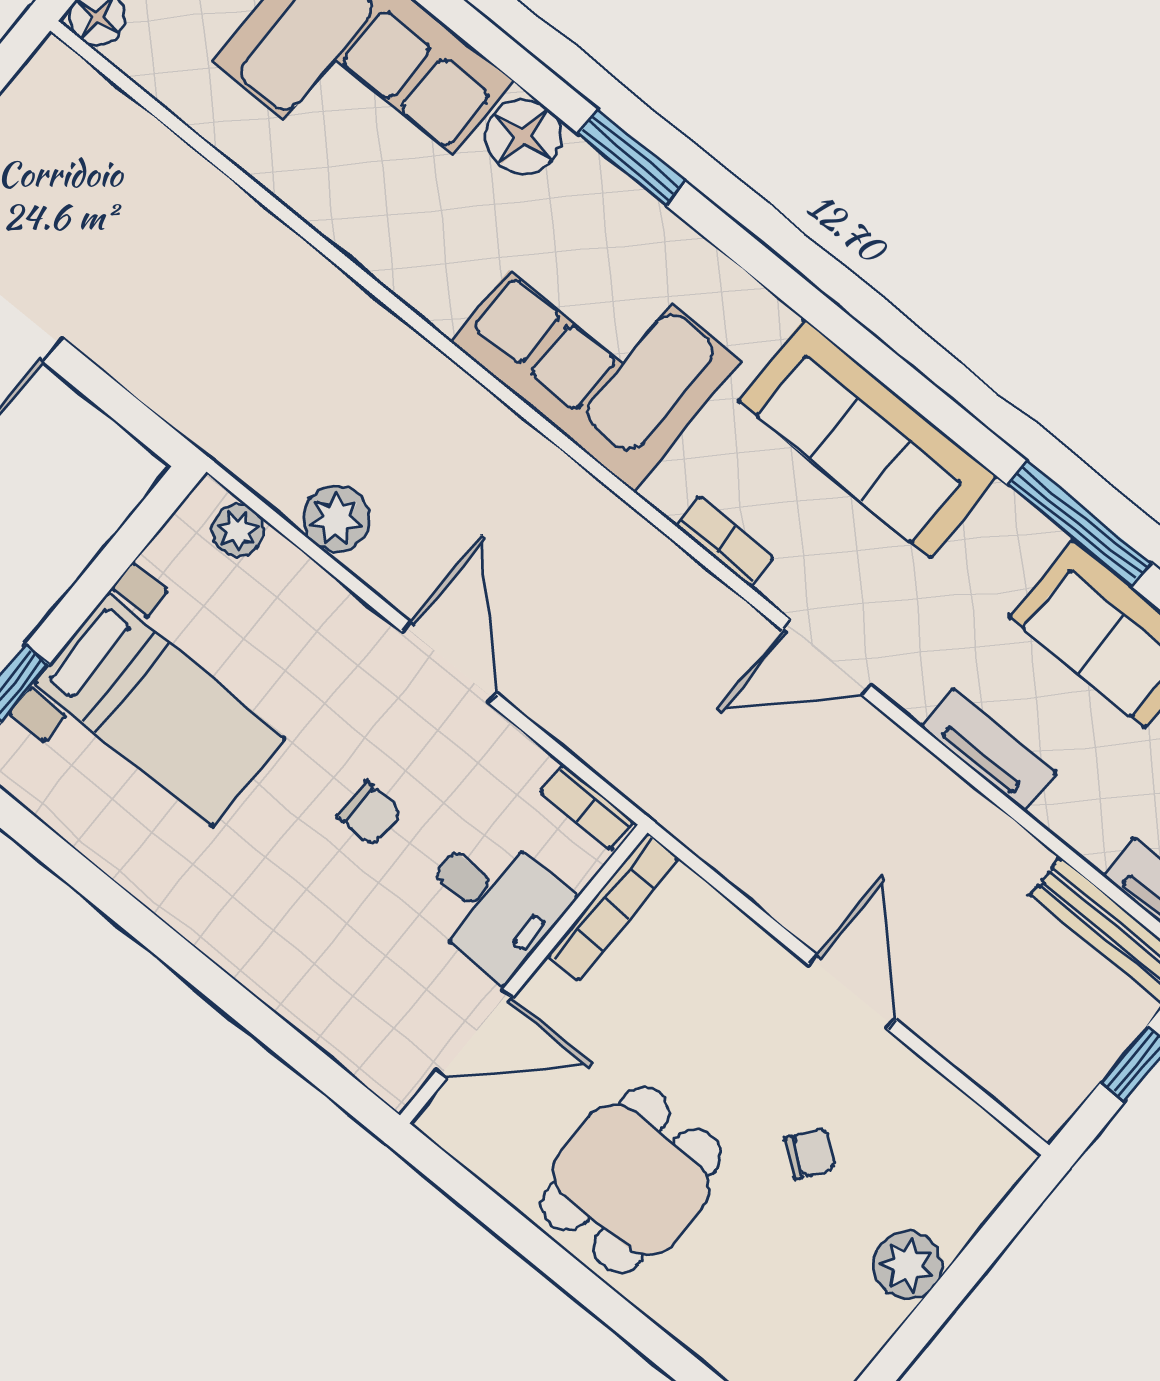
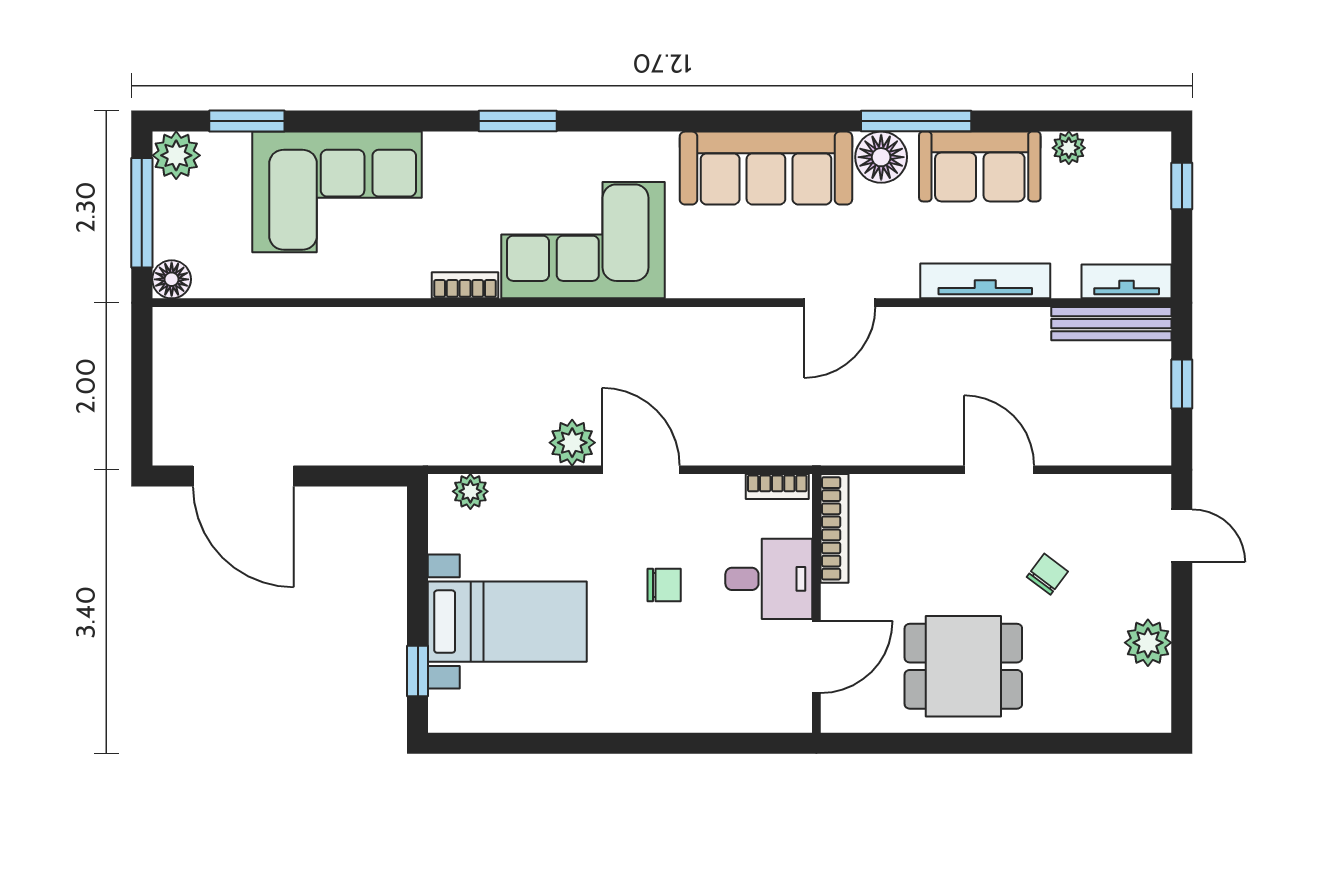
floor lamp: (523, 137) -> (881, 157), moved
plant: (336, 519) -> (572, 443), moved
bookcase: (724, 542) -> (465, 285), moved
tv unit: (989, 750) -> (985, 281), width x1.41
dining table: (631, 1180) -> (963, 666), turned 90
door: (996, 1234) -> (1182, 536), added
plant: (908, 1265) -> (1148, 643), moved

